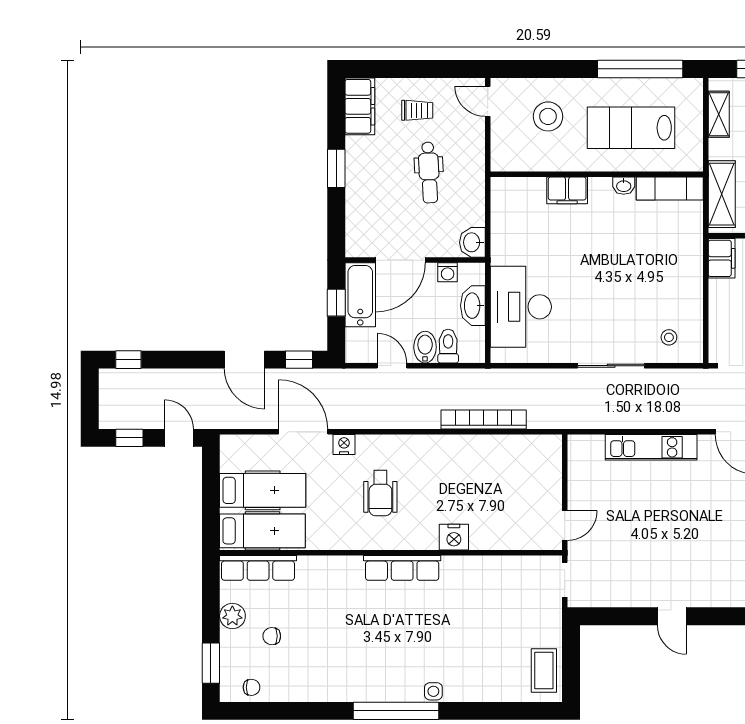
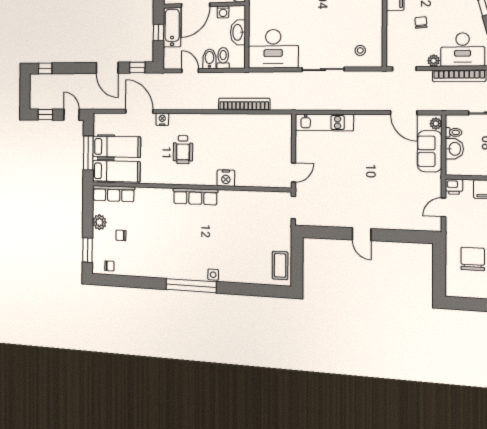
desk: (521, 307) -> (273, 49), moved, turned -90
kitchen unit: (651, 447) -> (324, 122), moved
window: (211, 501) -> (88, 153), added

